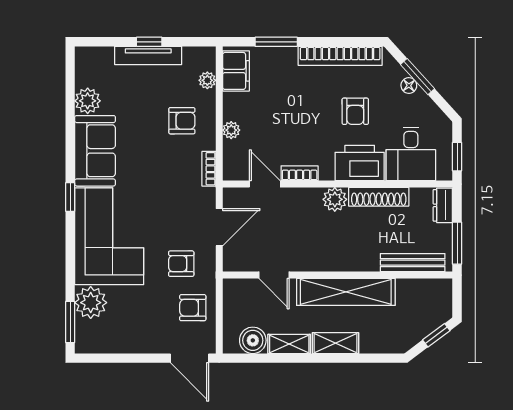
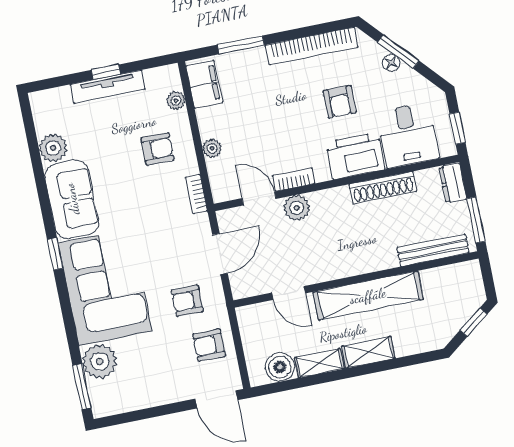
plant: (335, 199) -> (297, 208), moved

